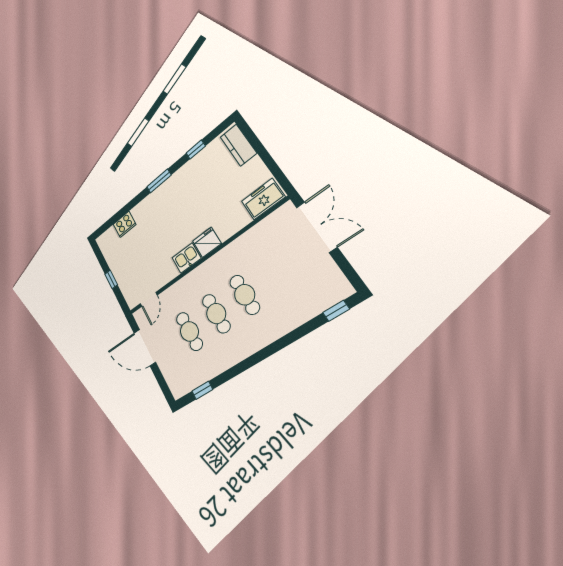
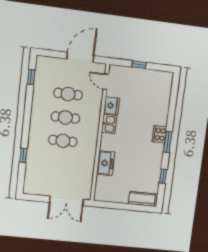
freezer: (263, 199) -> (106, 163), moved
cooker: (125, 224) -> (159, 134), moved
fridge: (207, 242) -> (112, 106), moved
window: (336, 311) -> (23, 155), moved

